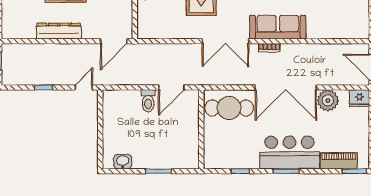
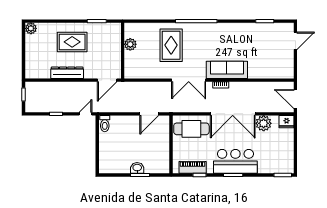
toilet: (148, 101) -> (105, 124), moved
piano: (339, 161) -> (193, 167), moved
washbasin: (123, 162) -> (137, 168), moved

